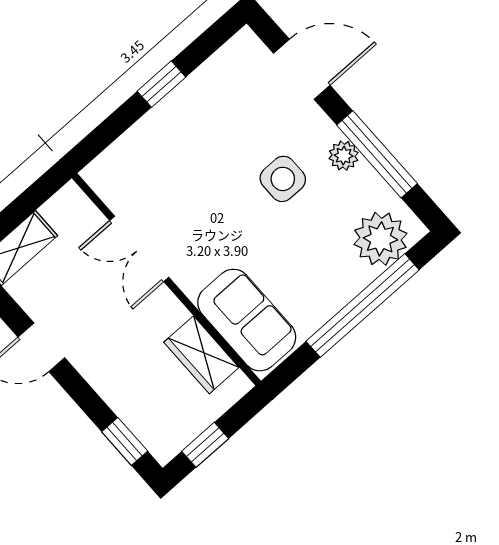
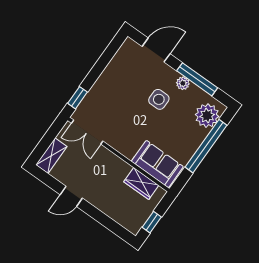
window: (161, 84) -> (78, 98), moved
double door: (139, 249) -> (87, 132), moved
window: (125, 442) -> (117, 229), removed

